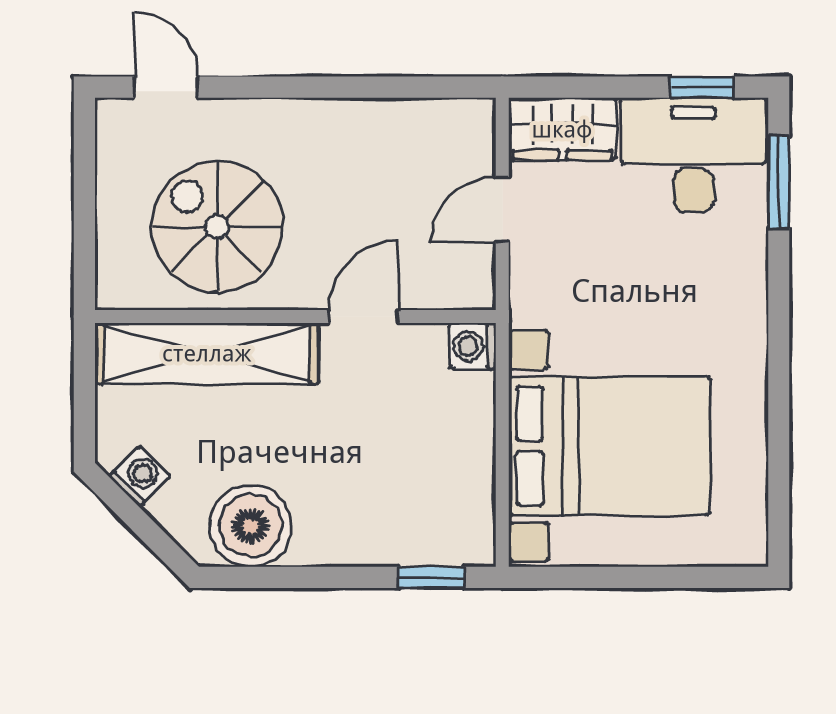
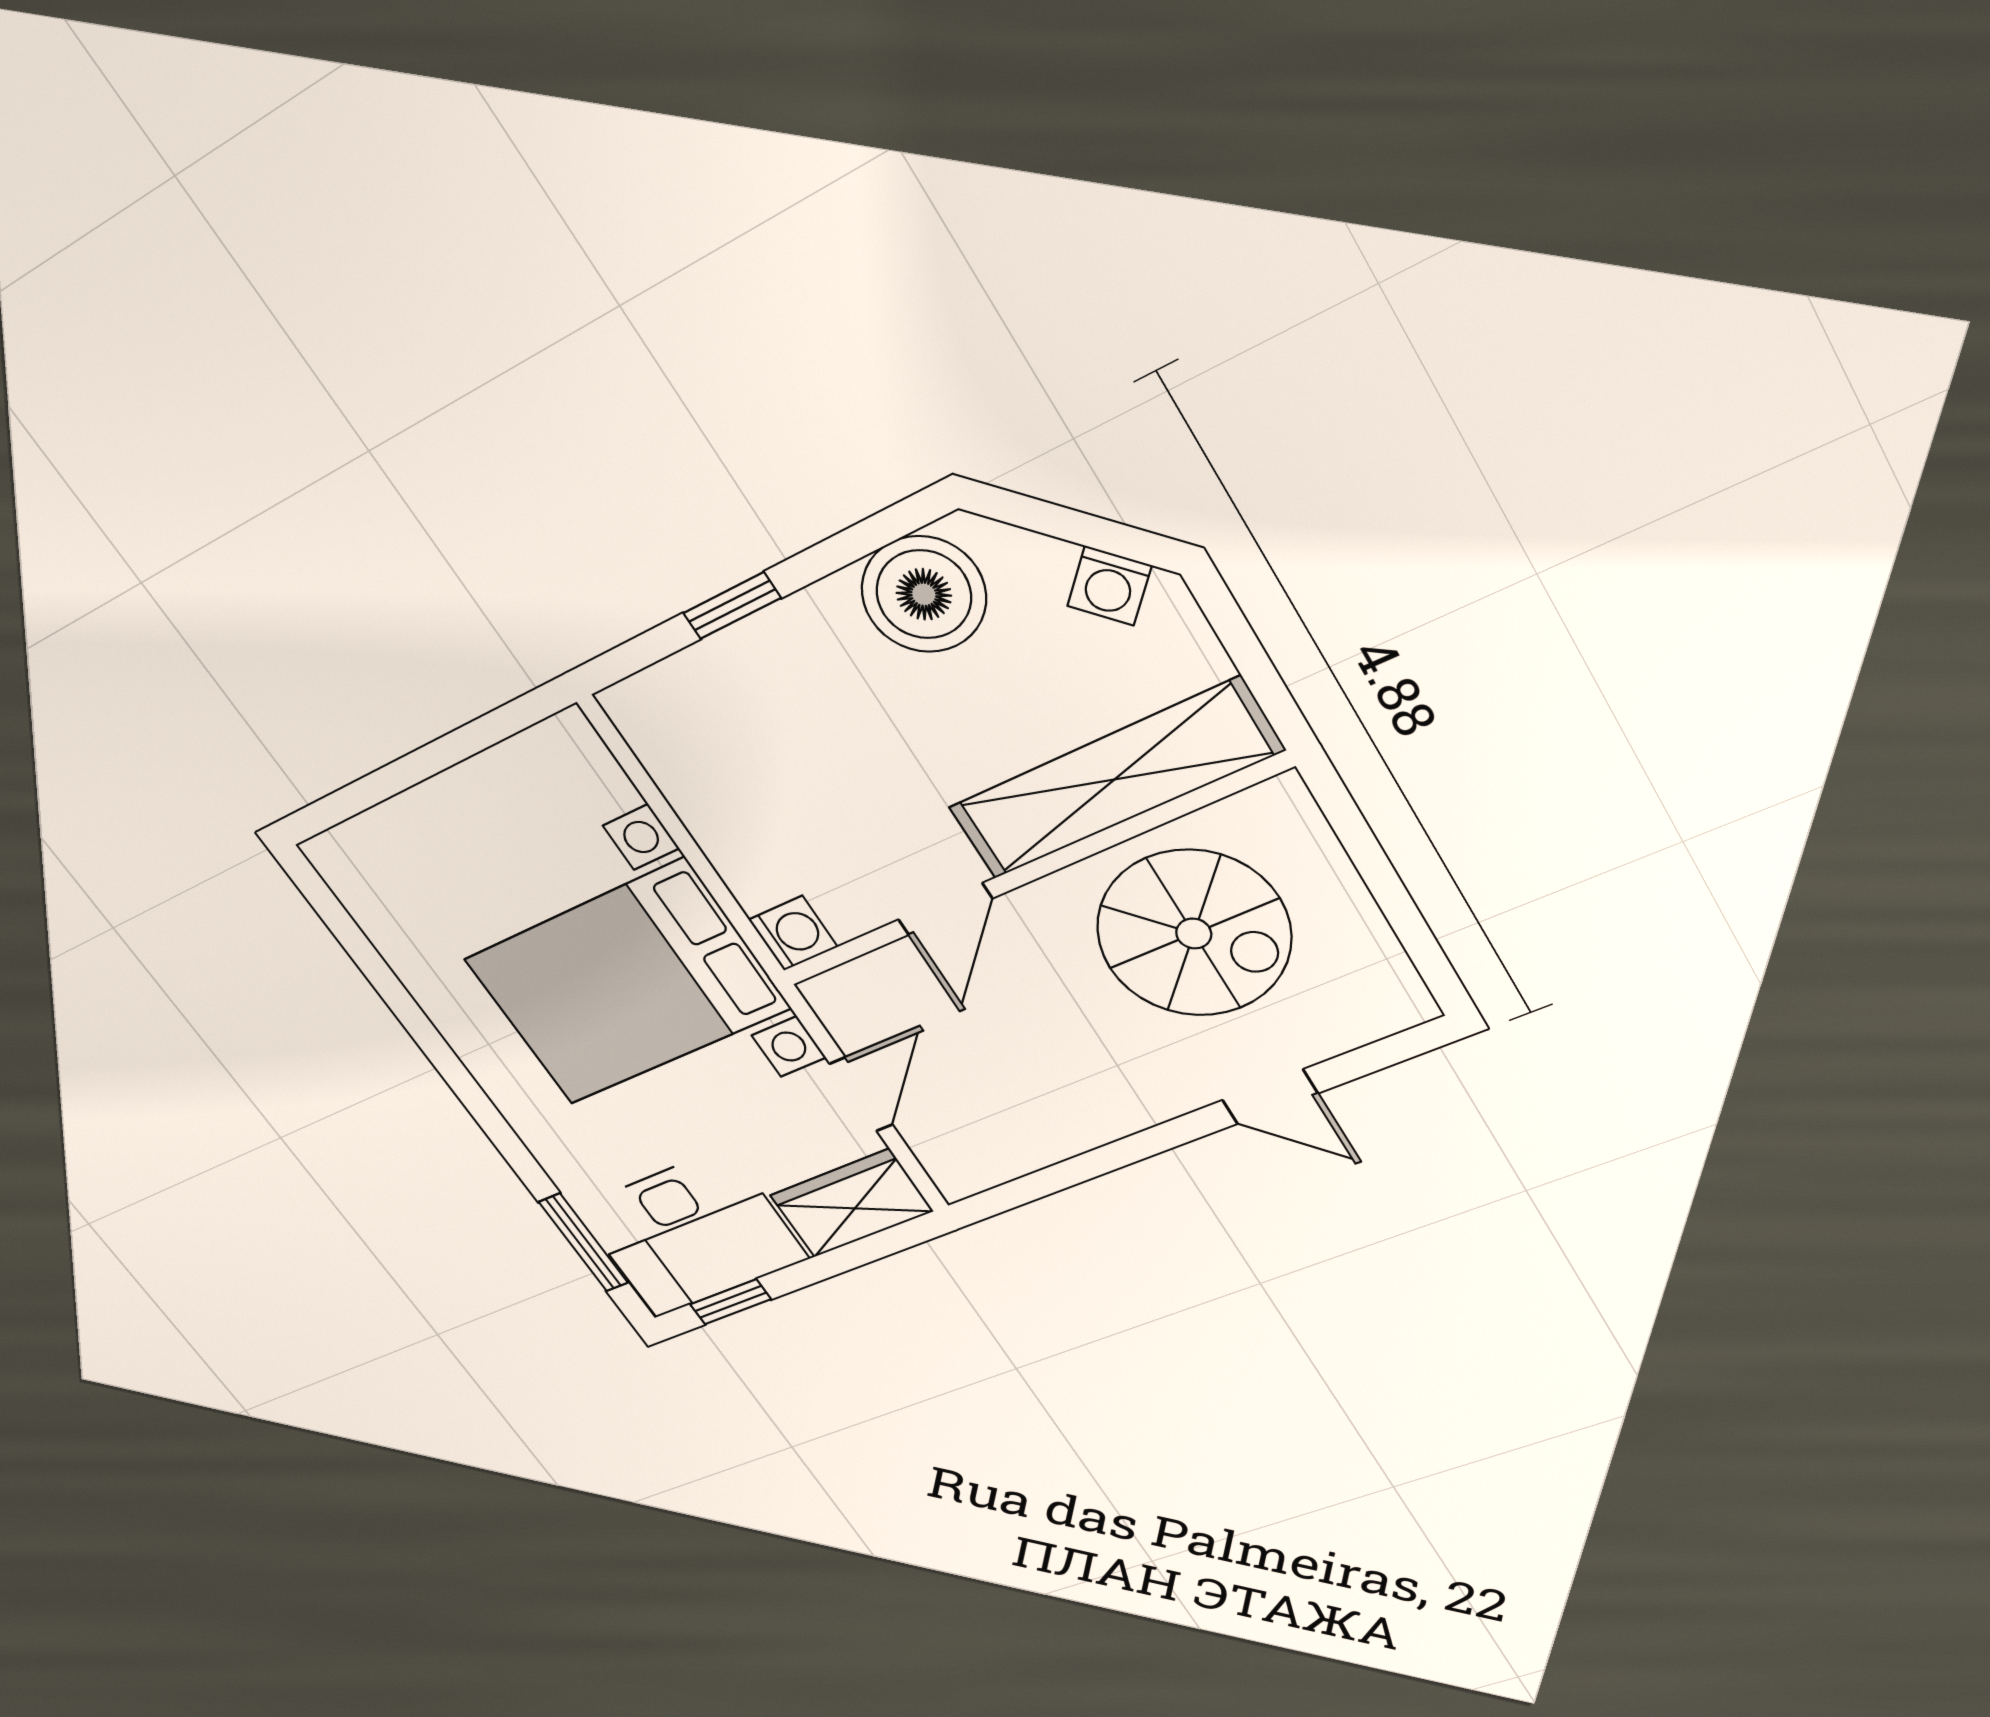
door: (166, 87) -> (1270, 1097), moved
bed with nightstands: (609, 446) -> (627, 984), moved
window: (431, 577) -> (732, 606), moved

